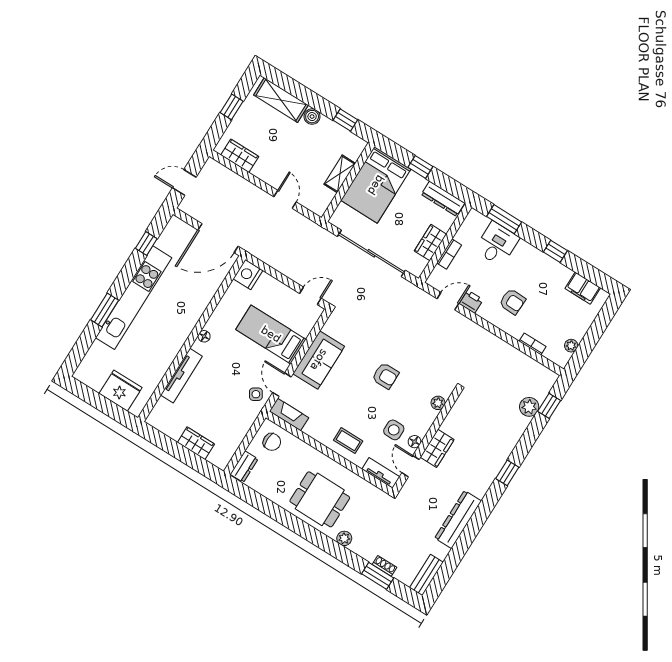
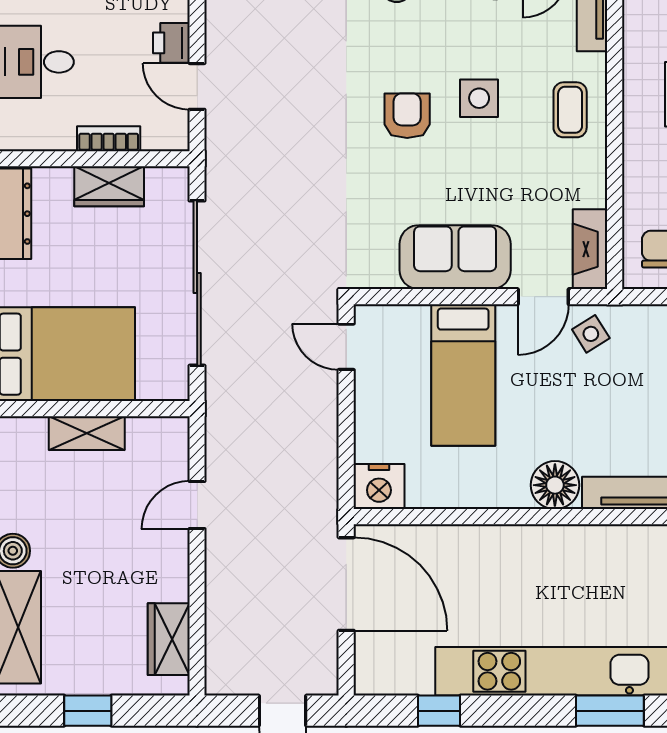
floor lamp: (204, 336) -> (555, 485), width x1.89, depth x1.89
side table: (394, 430) -> (479, 98), moved

